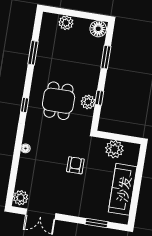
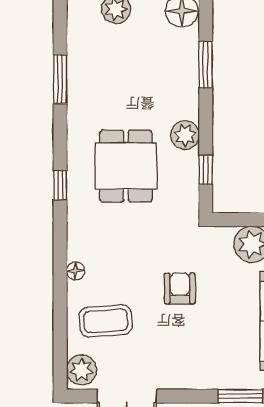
window: (99, 98) -> (206, 170), moved
plant: (88, 102) -> (185, 135), moved
coffee table: (36, 175) -> (106, 321), added

